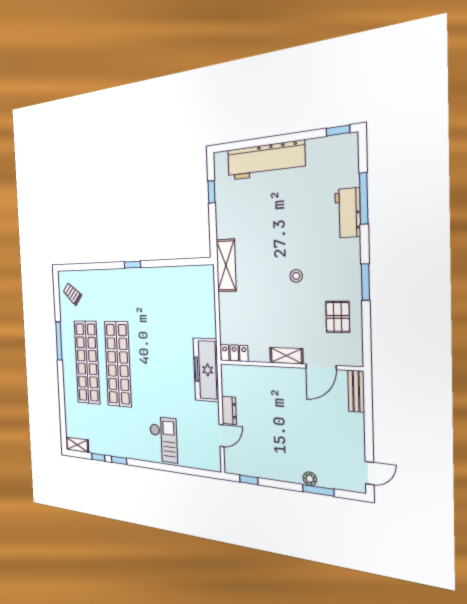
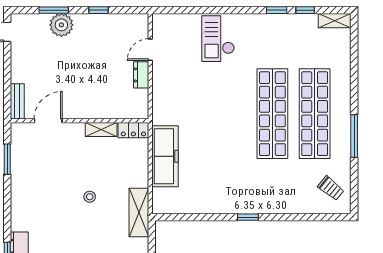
stool: (296, 276) -> (90, 197), moved
window: (365, 282) -> (7, 159), moved
pallet: (338, 317) -> (32, 165), removed
shelving: (286, 356) -> (101, 130), moved
freezer: (206, 370) -> (165, 156), moved
plant: (310, 479) -> (61, 25), width x1.88, depth x1.88
window: (249, 480) -> (98, 10), moved

